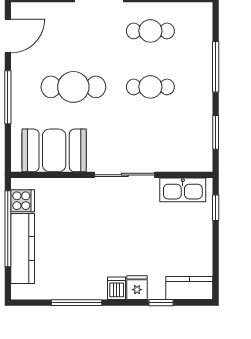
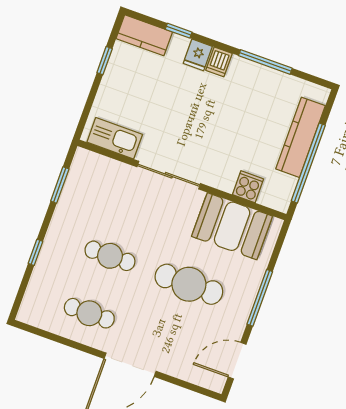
window: (216, 67) -> (36, 252), width x0.46
cooker: (23, 201) -> (248, 187), moved, turned 90
window: (216, 208) -> (105, 61), moved

